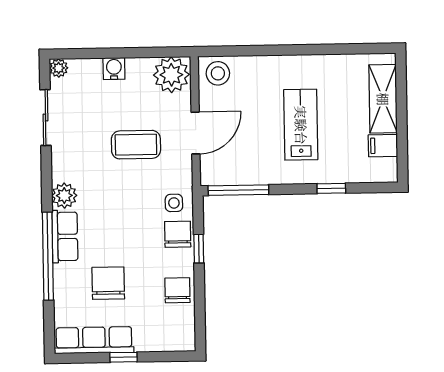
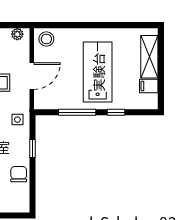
plant: (171, 75) -> (17, 34), width x0.53, depth x0.53
lab bench: (301, 125) -> (98, 72), width x1.36, depth x1.39
window: (238, 190) -> (77, 112), moved
chair: (178, 234) -> (19, 139), removed

